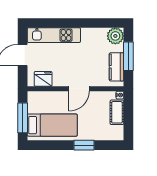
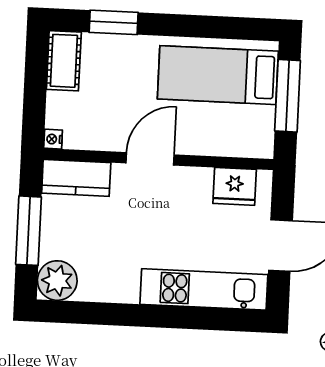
kitchen counter: (117, 67) -> (76, 178), moved, turned 90
cot: (117, 112) -> (64, 61), moved
window: (84, 145) -> (114, 22), moved

